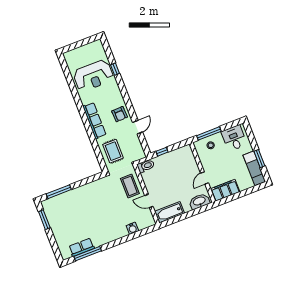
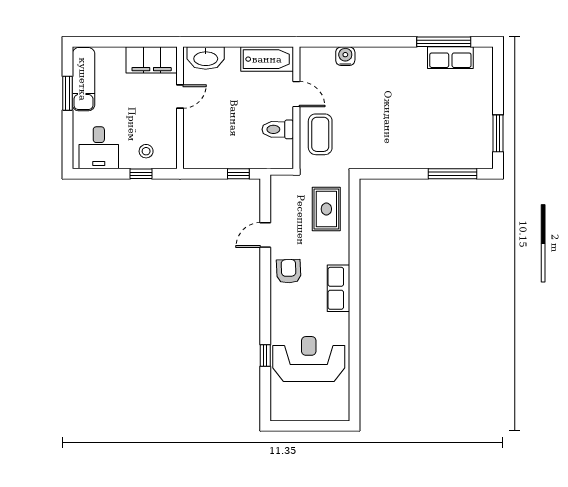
row of seats: (94, 121) -> (338, 288), width x0.68
window: (209, 133) -> (141, 174), width x0.46
toilet: (146, 166) -> (278, 129), moved

